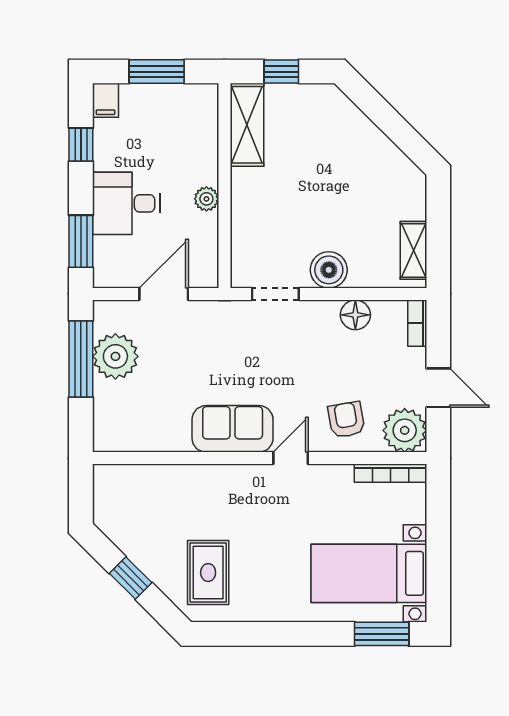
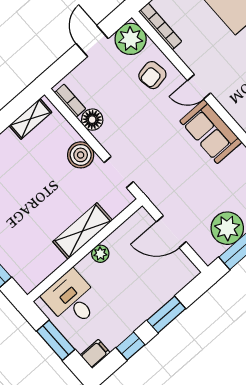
shelving: (247, 125) -> (83, 231), moved
desk: (126, 203) -> (72, 299), moved, turned 180
window: (81, 241) -> (166, 315), moved
bookcase: (417, 323) -> (70, 101), moved, turned -90

